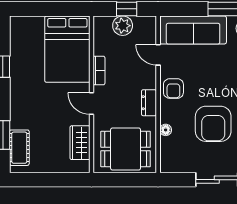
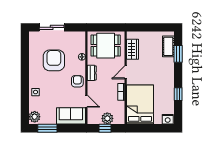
nightstand: (21, 24) -> (168, 119), added
sofa: (193, 30) -> (71, 116), width x0.73
door: (92, 104) -> (126, 72), swing flipped

